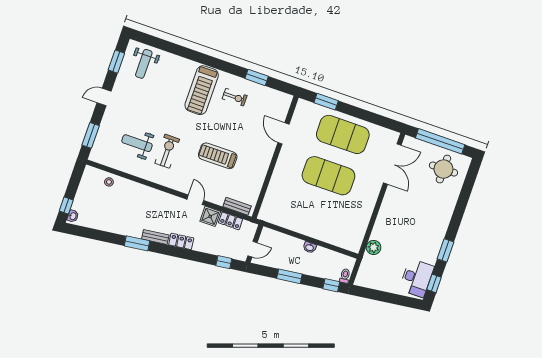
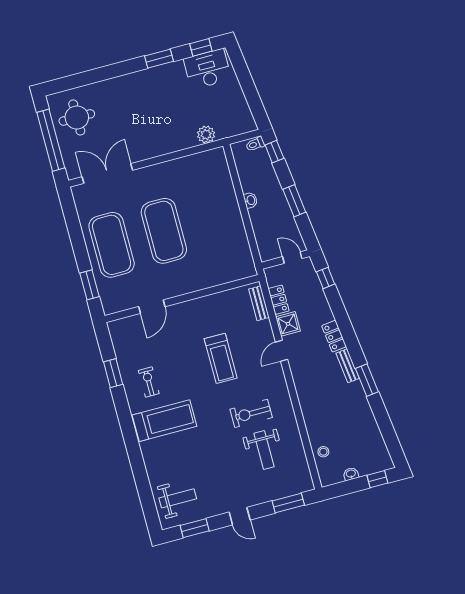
washbasin: (73, 216) -> (351, 474), moved

